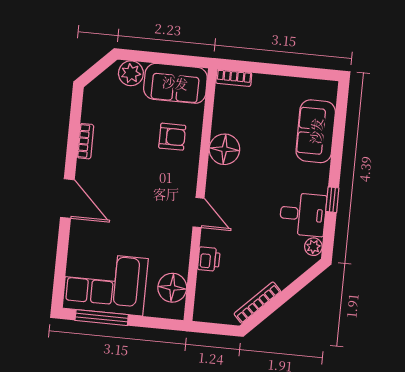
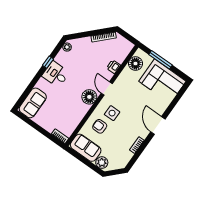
sofa: (316, 131) -> (33, 103), moved
floor lamp: (224, 149) -> (89, 97), moved
side table: (163, 174) -> (112, 113), added
desk: (303, 214) -> (56, 74), moved
window: (102, 318) -> (160, 60), moved

